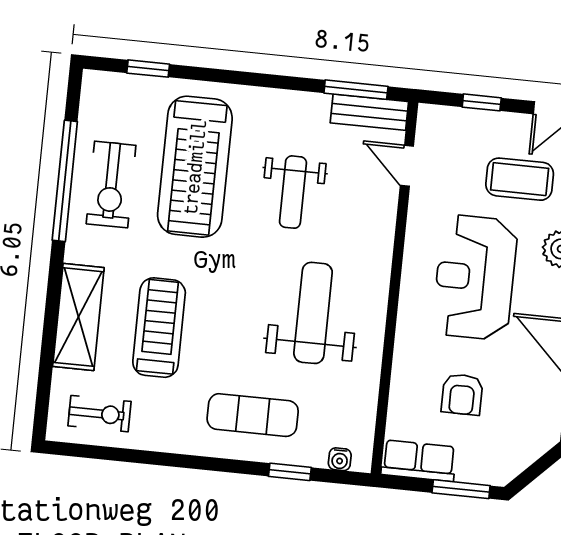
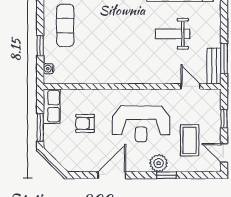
door: (407, 166) -> (190, 86), hinge flipped
reception desk: (475, 277) -> (141, 124), turned 180
weight bench: (313, 313) -> (116, 49), removed

